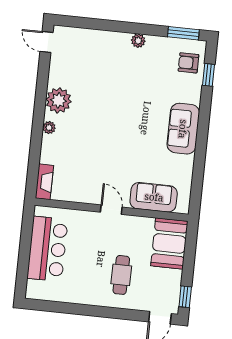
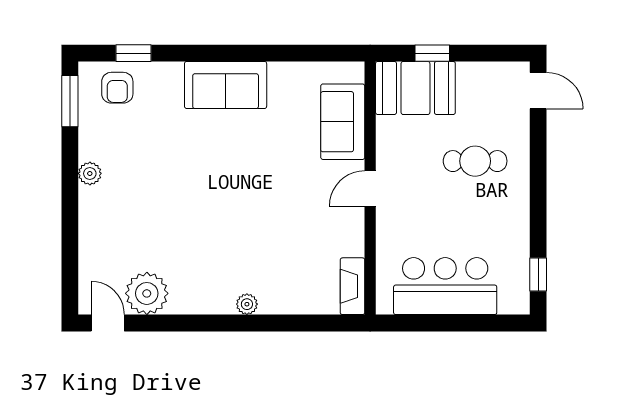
door: (47, 42) -> (108, 323), swing flipped
plant: (58, 100) -> (147, 293), moved
fireplace: (44, 182) -> (352, 286), moved, turned -90
window: (185, 297) -> (432, 53), moved
window: (49, 306) -> (538, 274), added

